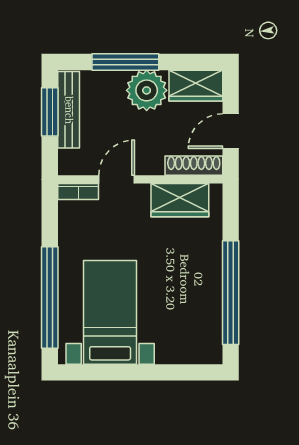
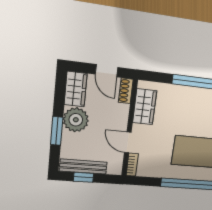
window: (125, 62) -> (57, 131), width x0.69
window: (50, 112) -> (83, 177), width x0.67
shoe rack: (194, 166) -> (126, 91), width x0.70

